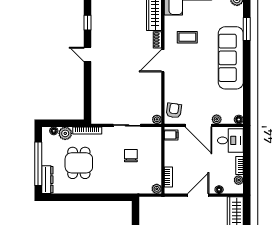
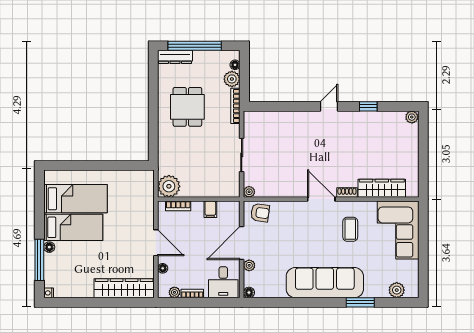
filing cabinet: (171, 135) -> (210, 209), moved
chair: (131, 156) -> (204, 160), removed
dining table: (79, 163) -> (187, 107), moved, turned 90
plant: (157, 189) -> (169, 186), width x1.87, depth x1.87

